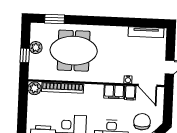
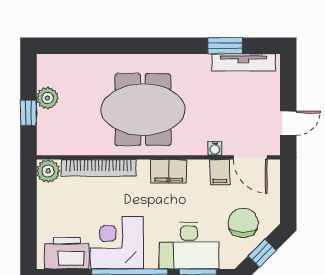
window: (55, 19) -> (225, 46), moved
meeting table: (74, 51) -> (143, 110), moved
filing cabinet: (114, 92) -> (169, 171), moved

